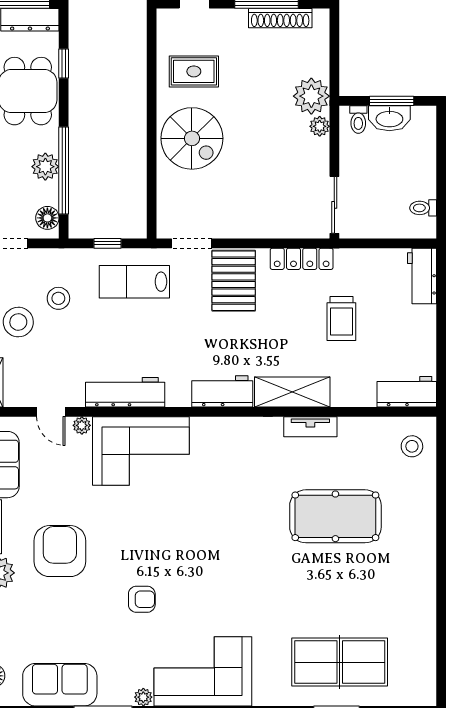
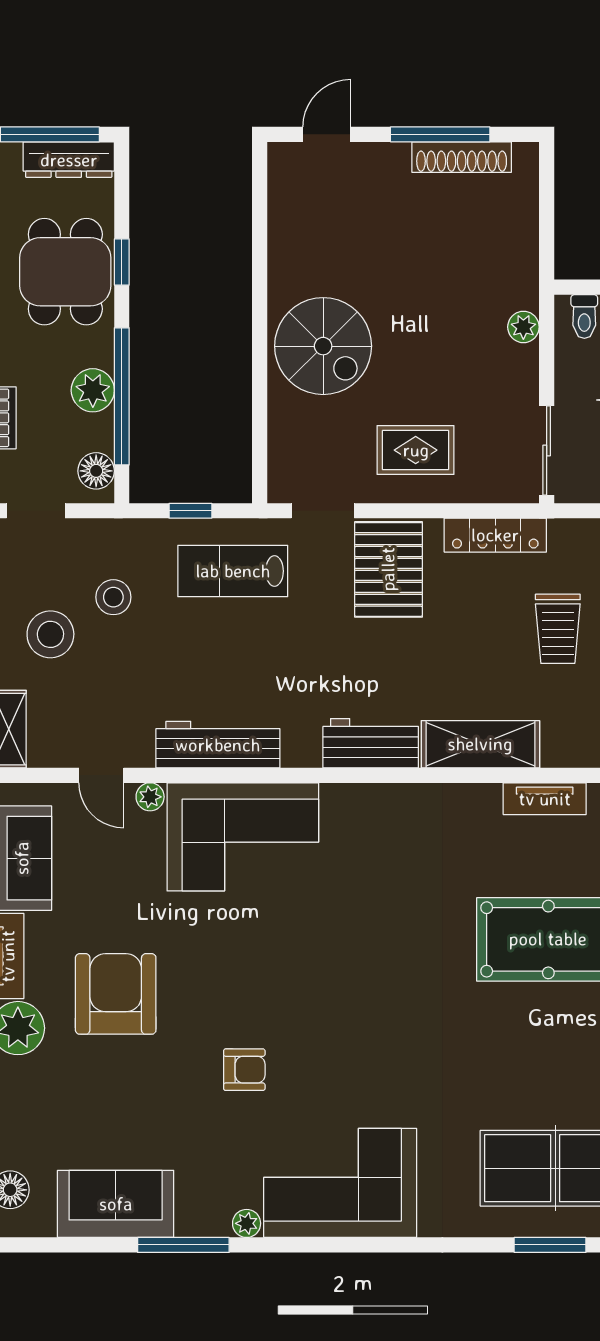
window: (64, 63) -> (122, 262), moved
rug: (194, 71) -> (416, 450), moved
plant: (311, 96) -> (510, 280), removed
tv unit: (310, 427) -> (545, 799), moved

